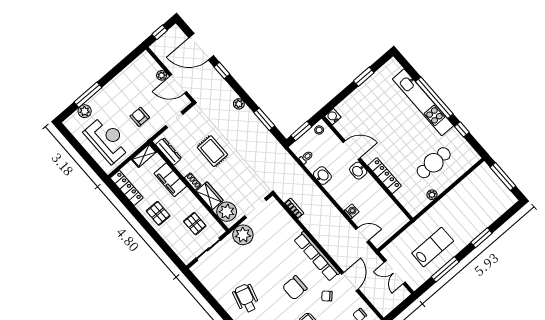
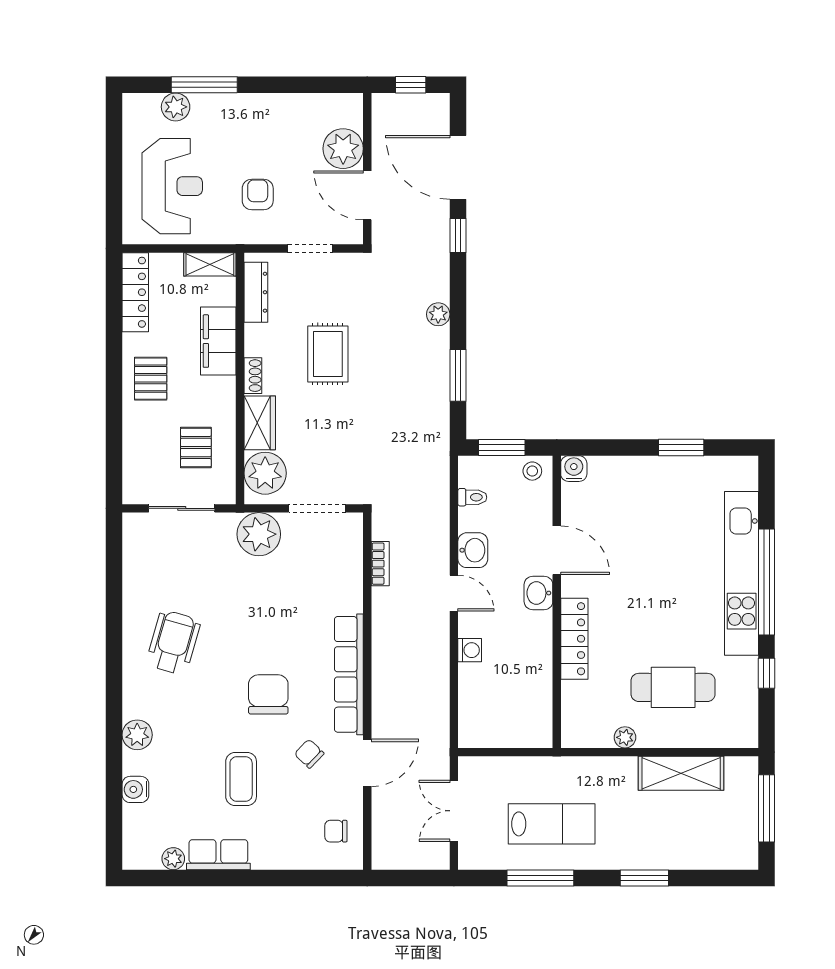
plant: (162, 75) -> (343, 149), width x1.88, depth x1.88
shelving: (462, 190) -> (681, 773), added
door: (362, 235) -> (454, 593), moved
chair: (295, 288) -> (268, 694), turned 90

